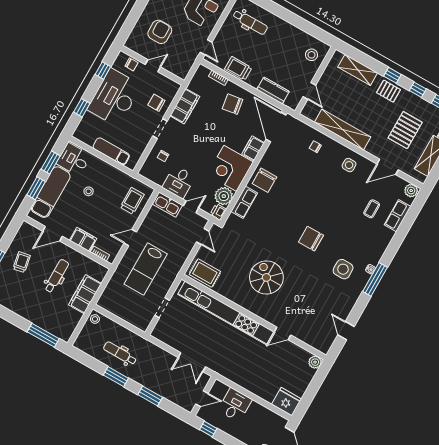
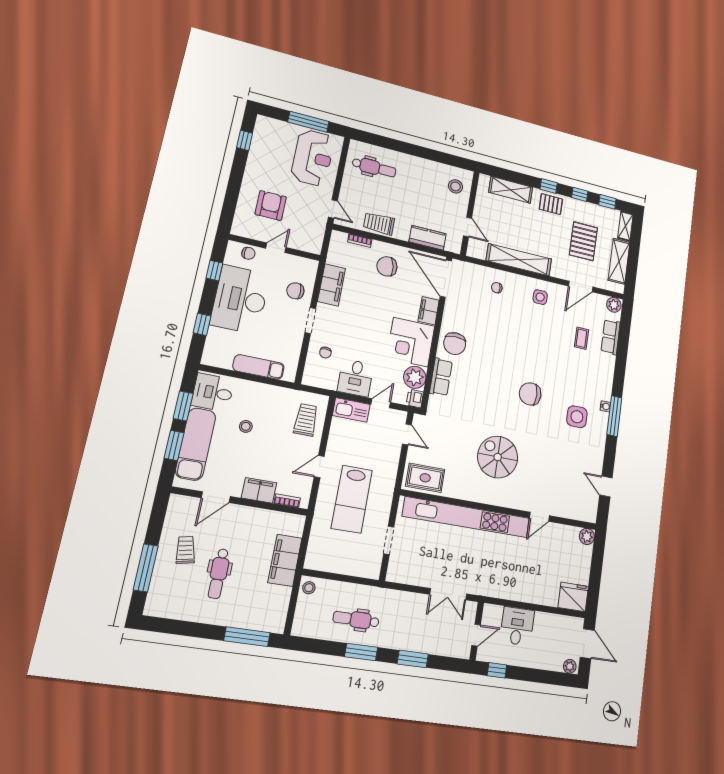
dental chair: (57, 276) -> (219, 574), moved, turned 180

